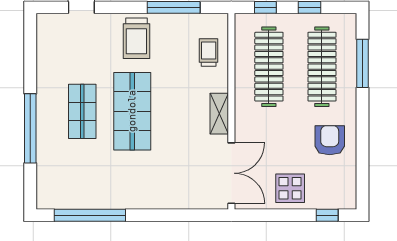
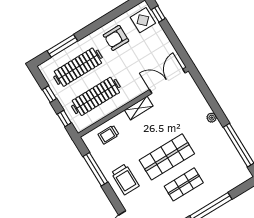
trolley: (136, 38) -> (125, 179), turned 90
display table: (290, 188) -> (143, 20), moved
plant: (148, 202) -> (212, 118), added

